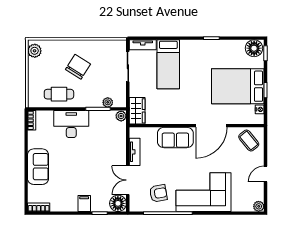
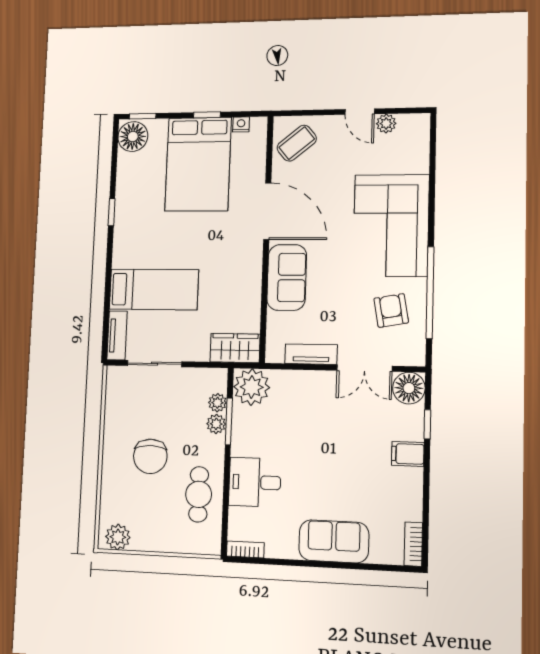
chair: (78, 67) -> (150, 456), turned -122
plant: (96, 102) -> (216, 424), added
plant: (121, 116) -> (252, 387), width x1.87, depth x1.87
desk: (71, 124) -> (255, 482), width x0.73
plant: (259, 206) -> (386, 124), moved

